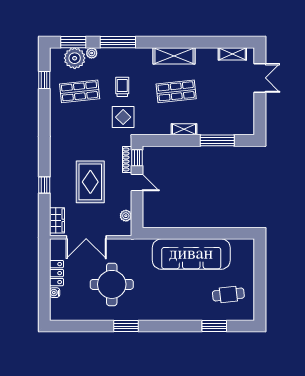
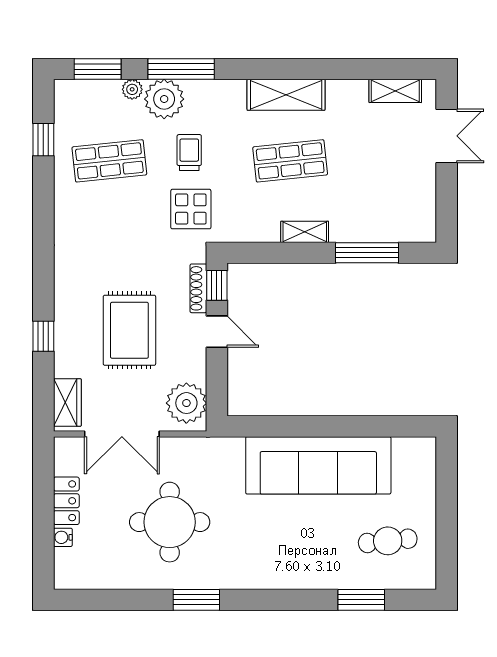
plant: (75, 58) -> (164, 99), moved
plant: (126, 216) -> (186, 403), width x1.87, depth x1.87

